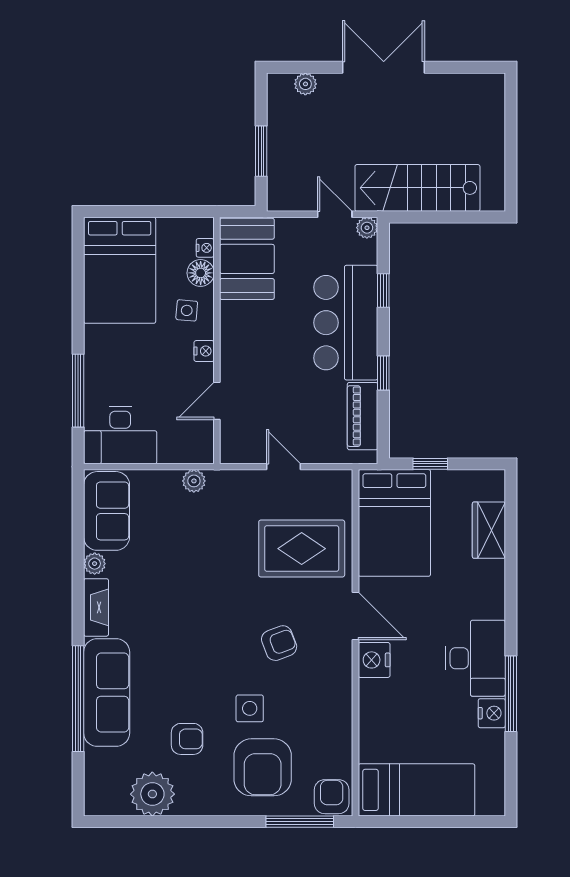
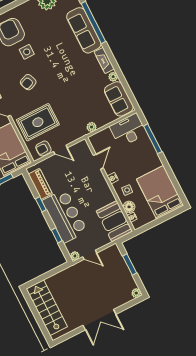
plant: (305, 84) -> (136, 293), moved
stairs: (417, 188) -> (47, 308), moved, turned -90
armchair: (187, 739) -> (43, 148), moved

